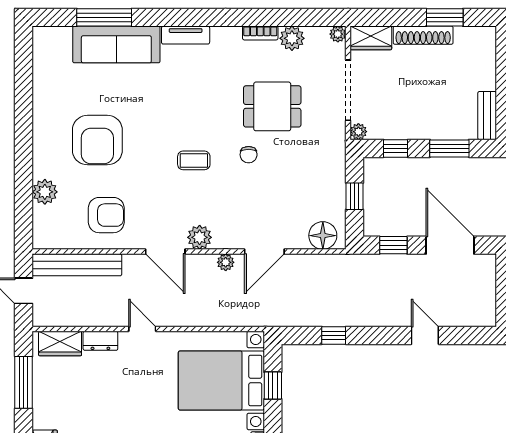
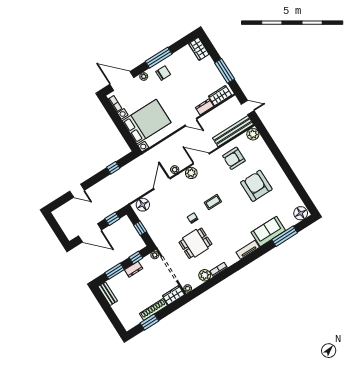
floor lamp: (49, 40) -> (301, 213), added
sofa: (116, 44) -> (268, 231), width x0.73
dresser: (413, 130) -> (134, 269), added
plant: (45, 192) -> (253, 134), moved
window: (273, 385) -> (125, 133), removed

